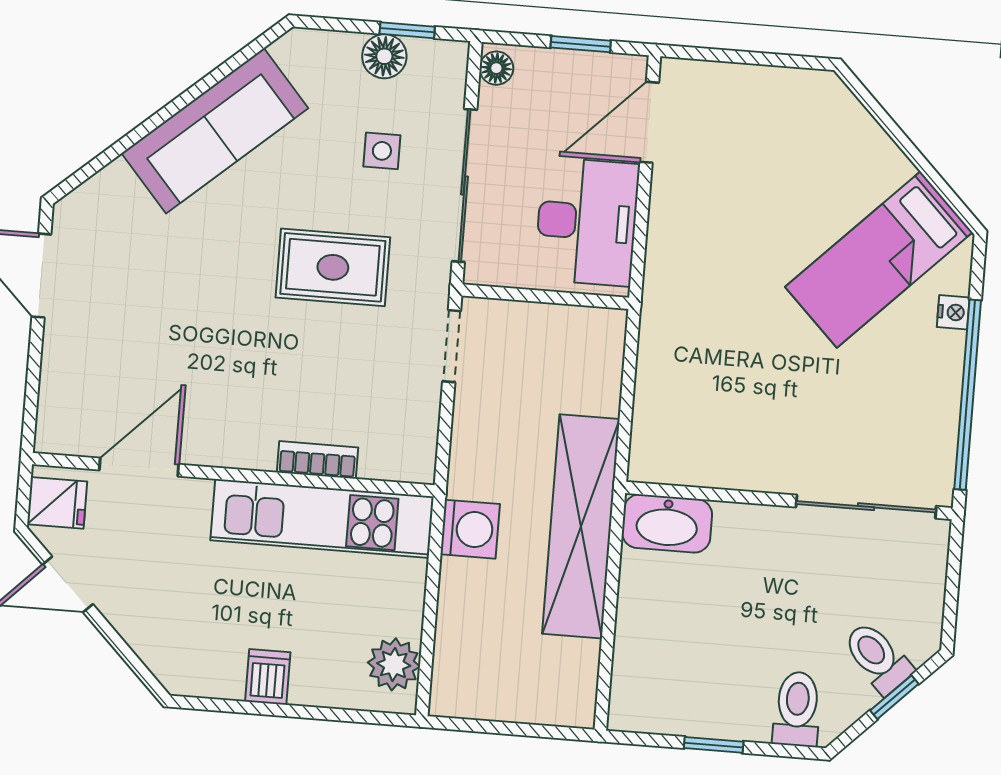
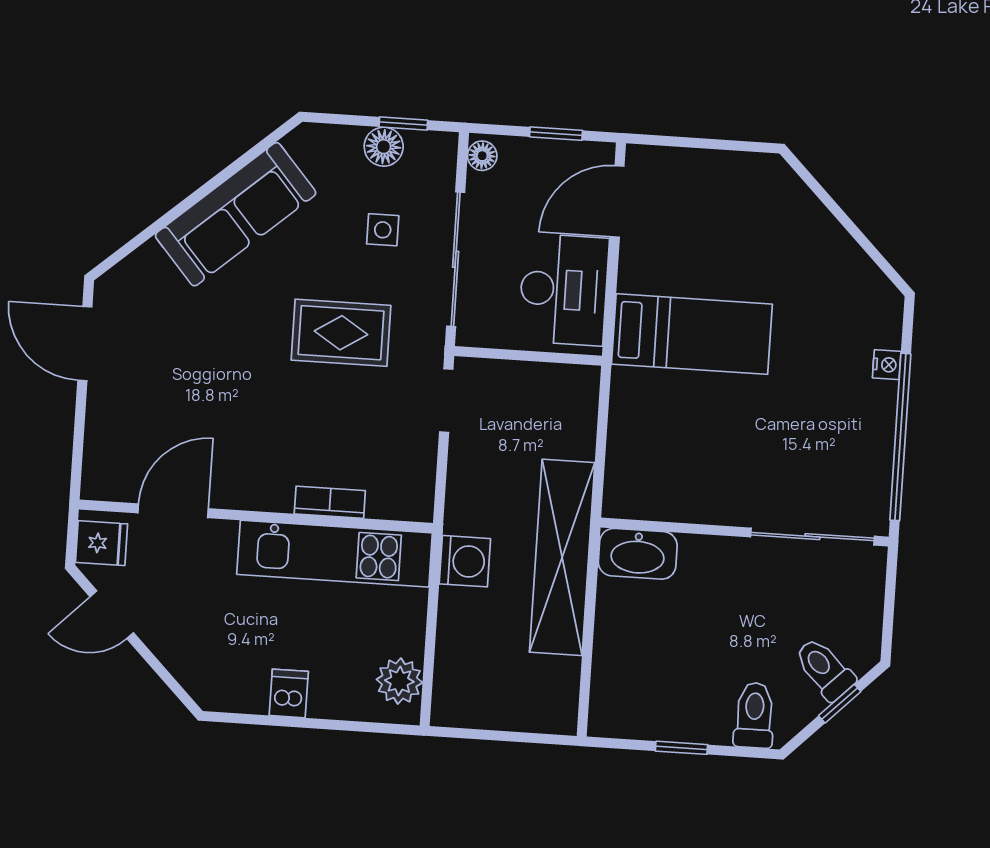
bed: (879, 260) -> (692, 334), moved, turned -135

